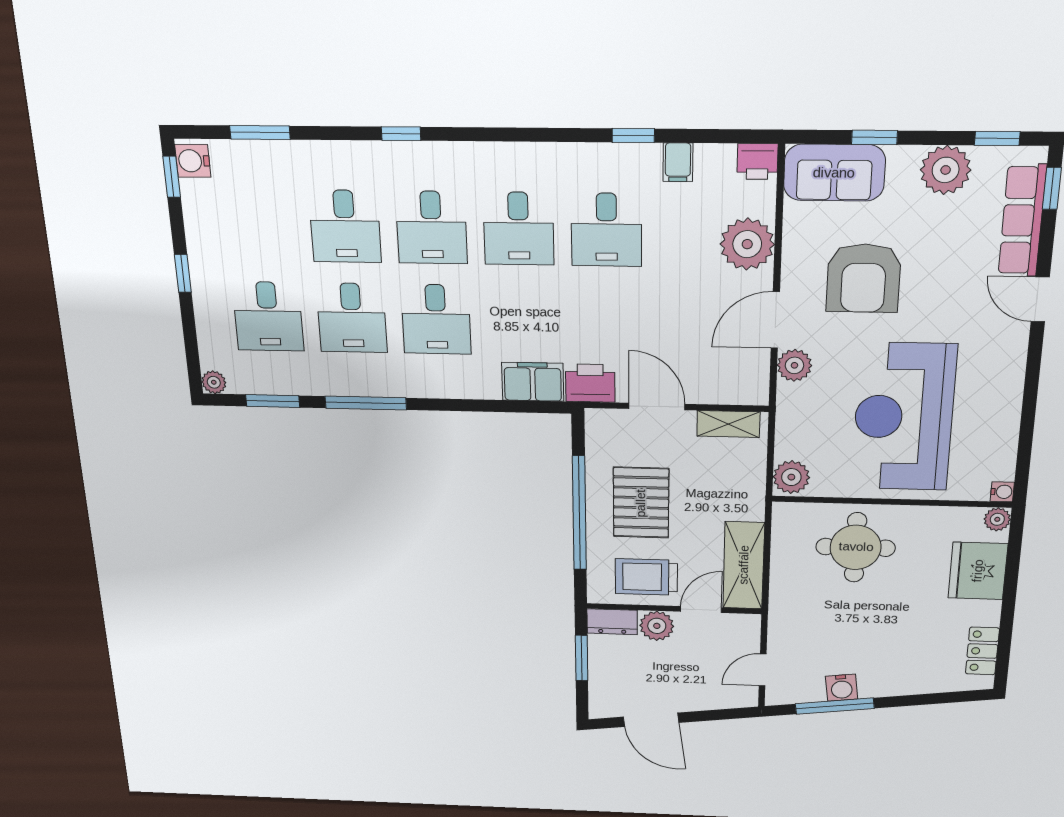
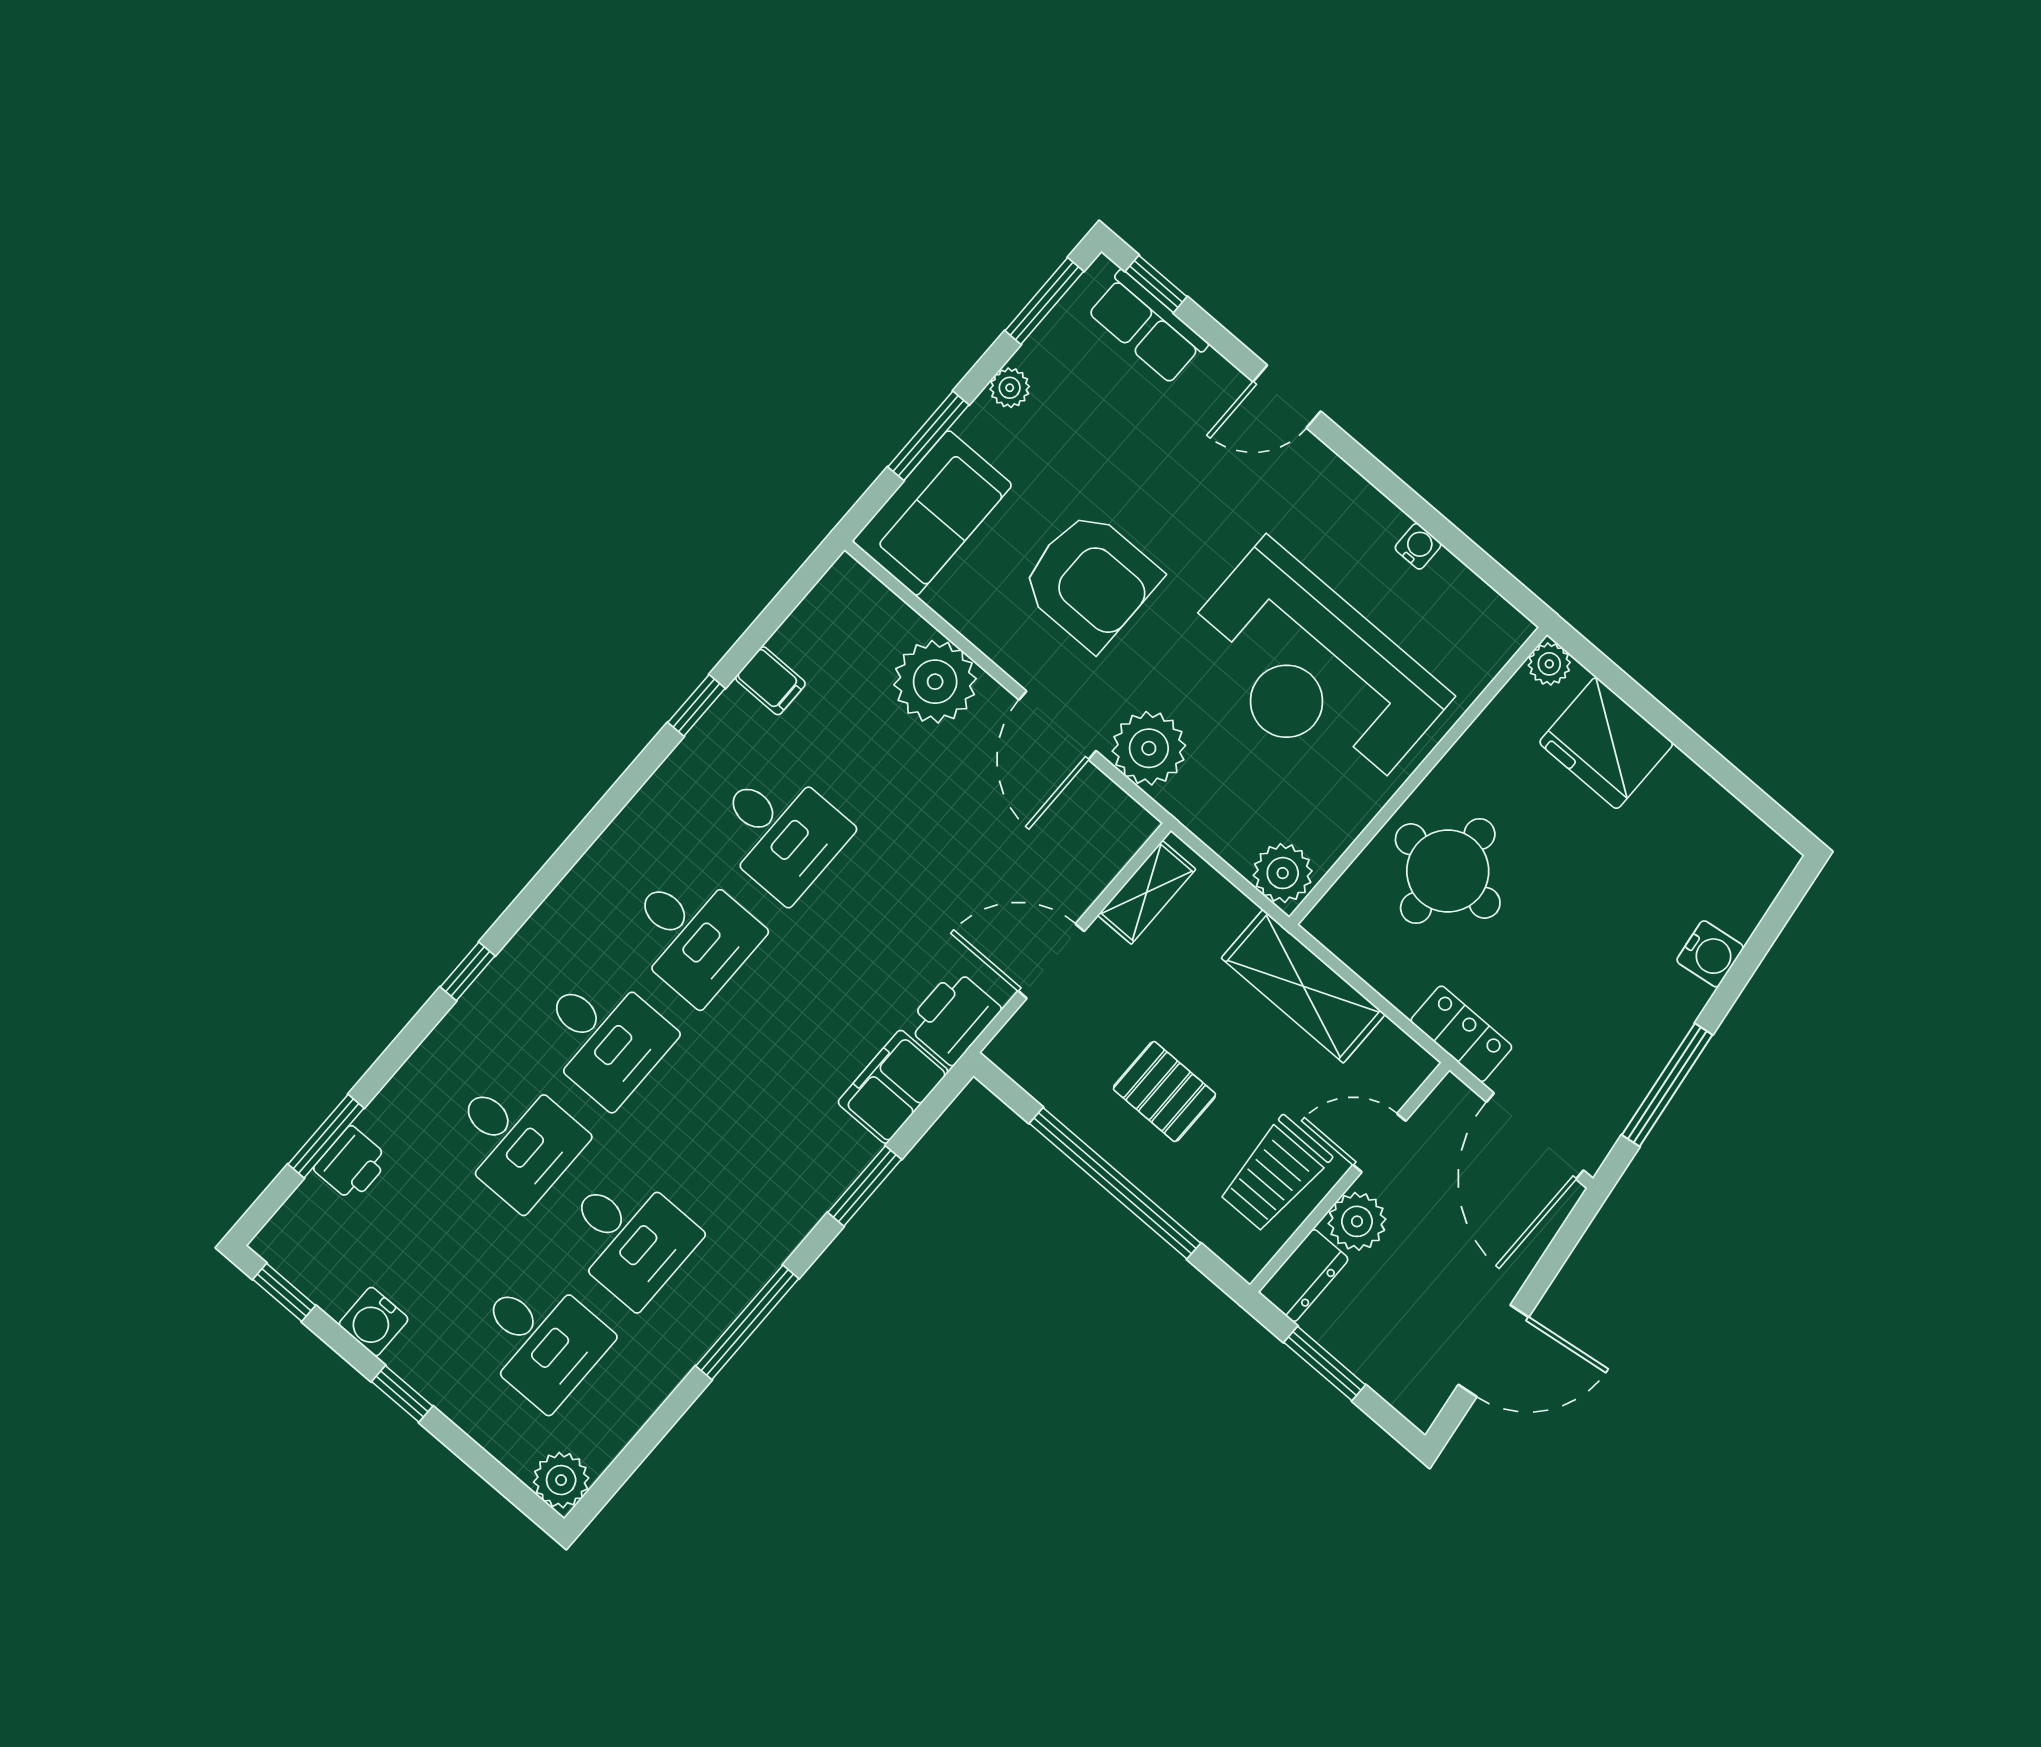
window: (874, 137) -> (928, 436), width x1.50
window: (997, 138) -> (1044, 301), width x1.50
water cooler: (193, 161) -> (374, 1322), moved
printer: (757, 162) -> (352, 1164), moved
plant: (946, 170) -> (1010, 388), width x0.53, depth x0.53
row of seats: (1022, 220) -> (1147, 327), width x0.68
desk: (436, 319) -> (717, 1134), removed
plant: (794, 365) -> (1149, 748), width x1.36, depth x1.36
plant: (214, 382) -> (561, 1480), width x1.38, depth x1.38
window: (273, 401) -> (865, 1186), moved
water cooler: (1002, 492) -> (1418, 546), moved
pallet: (641, 503) -> (1164, 1092), width x0.67, depth x0.71
shelving: (744, 565) -> (1303, 986), moved
door: (701, 610) -> (1379, 1143), hinge flipped
locker: (982, 651) -> (1461, 1034), moved, turned 180
door: (763, 670) -> (1535, 1136), width x1.87
water cooler: (842, 688) -> (1710, 954), moved

